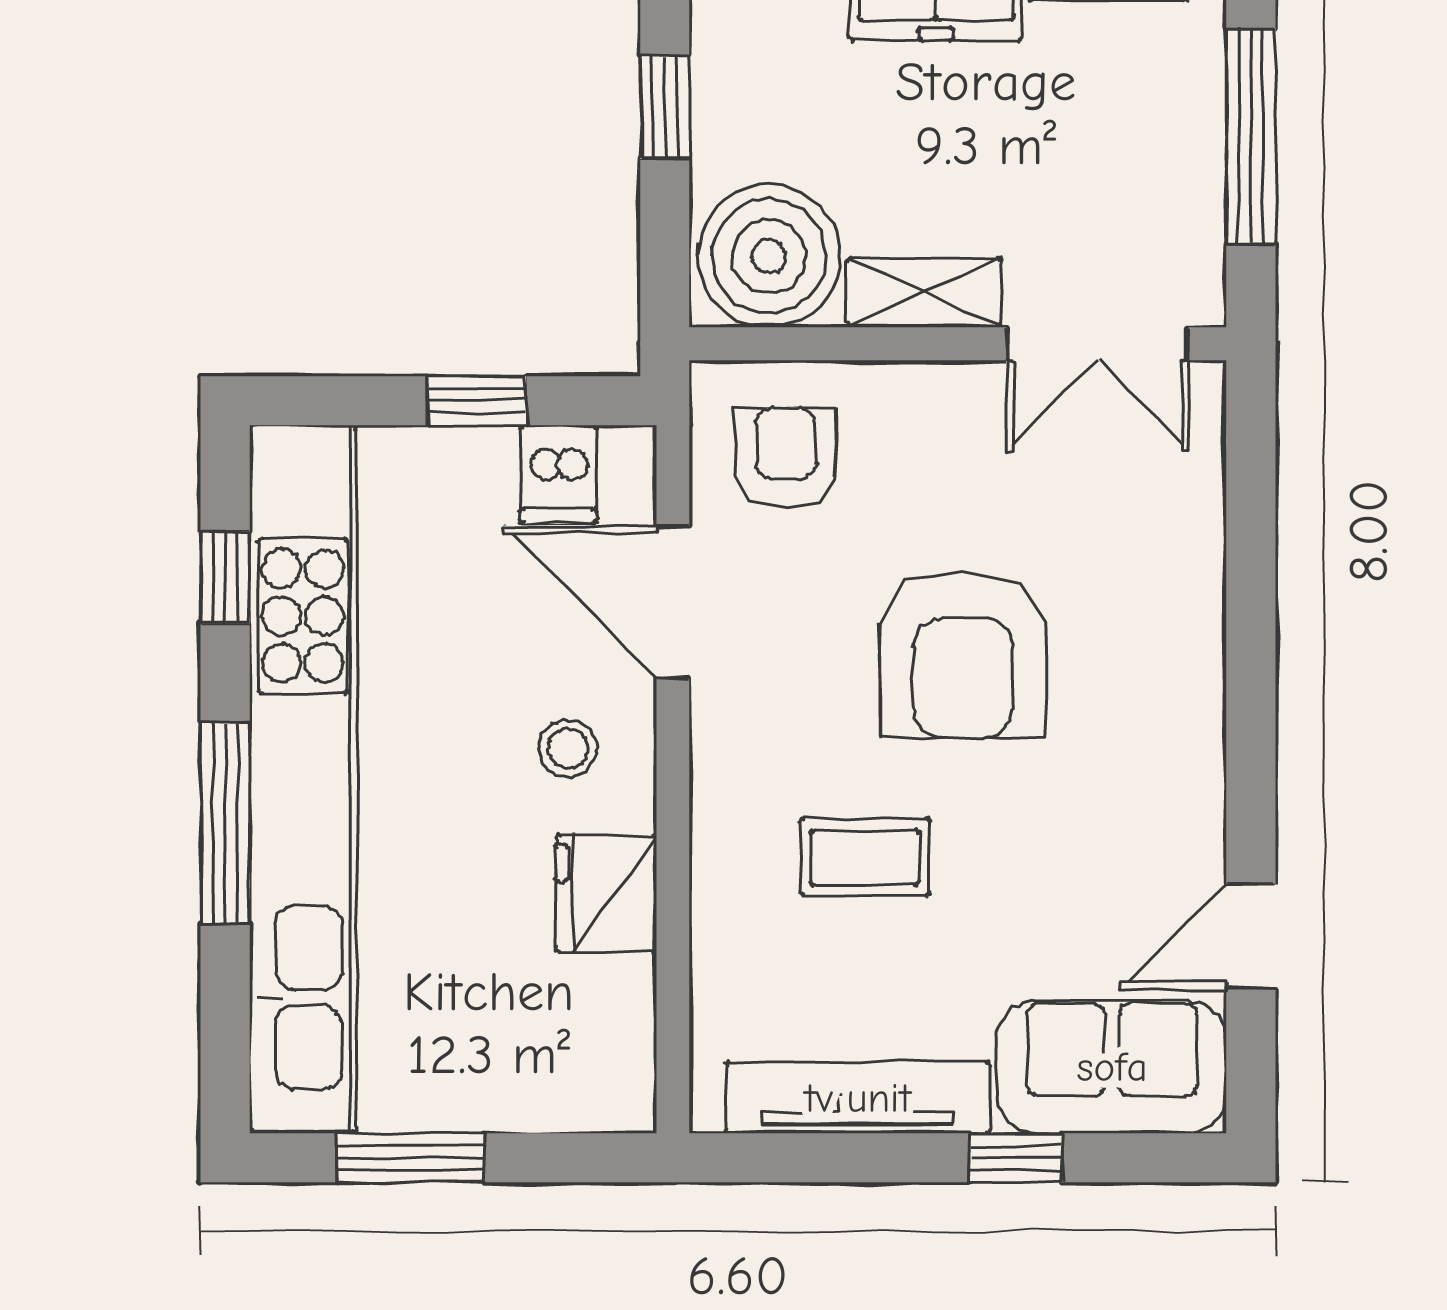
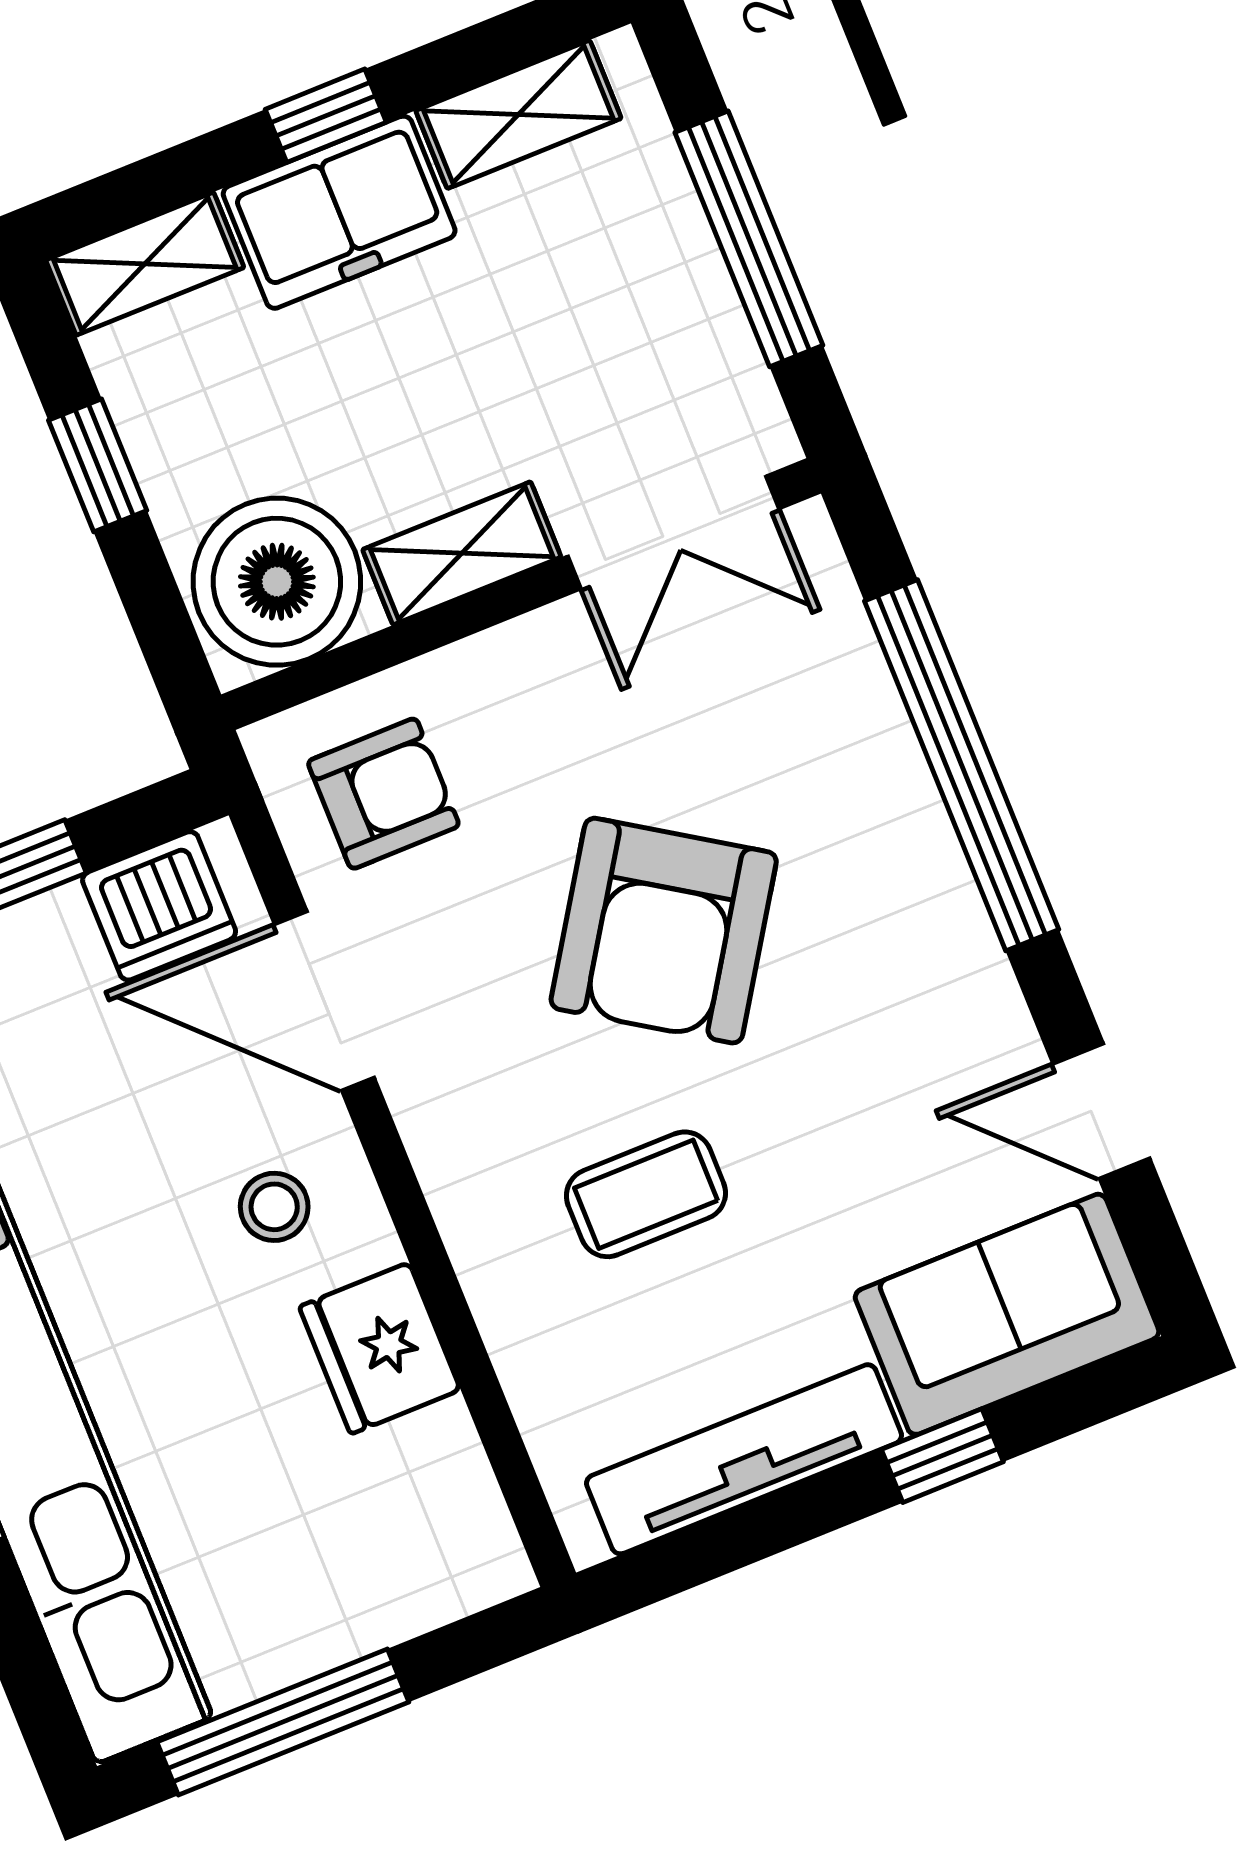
armchair: (786, 457) -> (383, 794), turned 90
dishwasher: (558, 474) -> (159, 906), width x1.38
window: (1251, 619) -> (962, 765), added
armchair: (963, 655) -> (664, 931), turned 33
door: (1251, 937) -> (1101, 1111), hinge flipped
window: (410, 1158) -> (283, 1722), width x1.44

